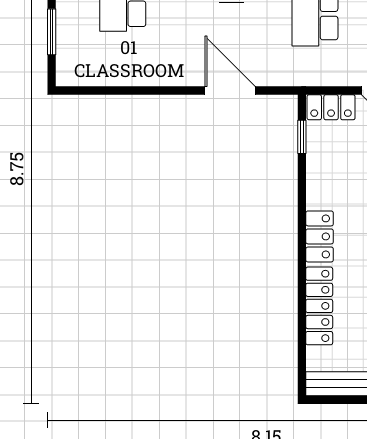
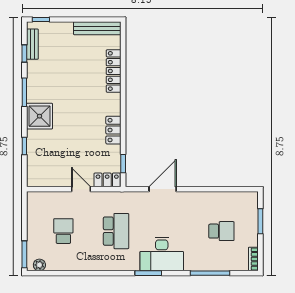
door: (230, 90) -> (163, 189), swing flipped
locker: (320, 236) -> (113, 130), moved

